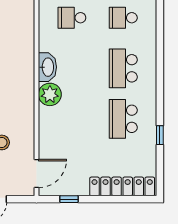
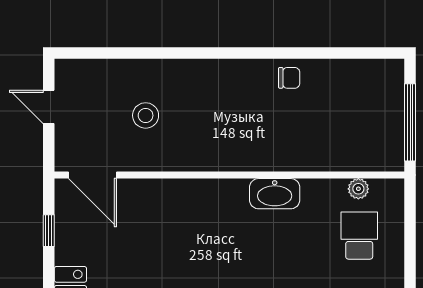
plant: (50, 94) -> (358, 189), moved, width x0.53, depth x0.53

